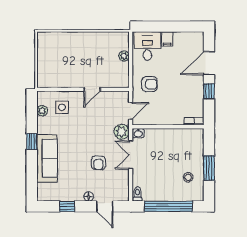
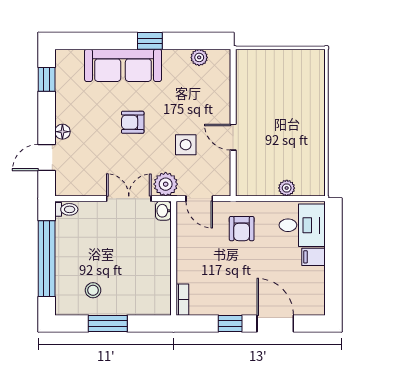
side table: (62, 107) -> (186, 145), moved
armchair: (98, 163) -> (133, 122), moved
window: (67, 206) -> (47, 79), moved

